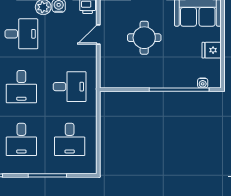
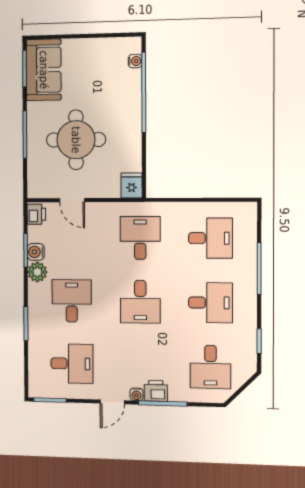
round table: (144, 38) -> (76, 140), width x1.36, depth x1.36
fridge: (212, 50) -> (132, 186), moved, turned 180
desk: (21, 87) -> (140, 302), turned 90

